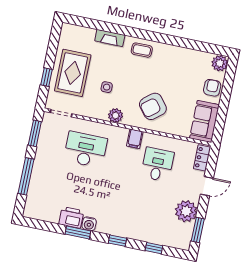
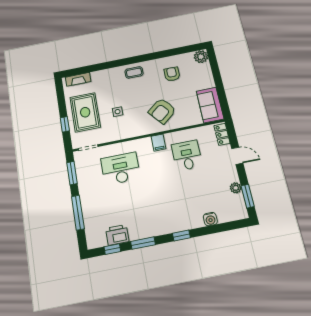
fireplace: (110, 38) -> (78, 79), moved
armchair: (212, 88) -> (172, 74), moved
plant: (116, 116) -> (134, 131), removed
door: (207, 186) -> (237, 156), hinge flipped
plant: (186, 211) -> (236, 188), width x0.53, depth x0.53
printer: (71, 217) -> (117, 235), moved
water cooler: (89, 224) -> (210, 219), moved
window: (154, 248) -> (112, 249), moved

